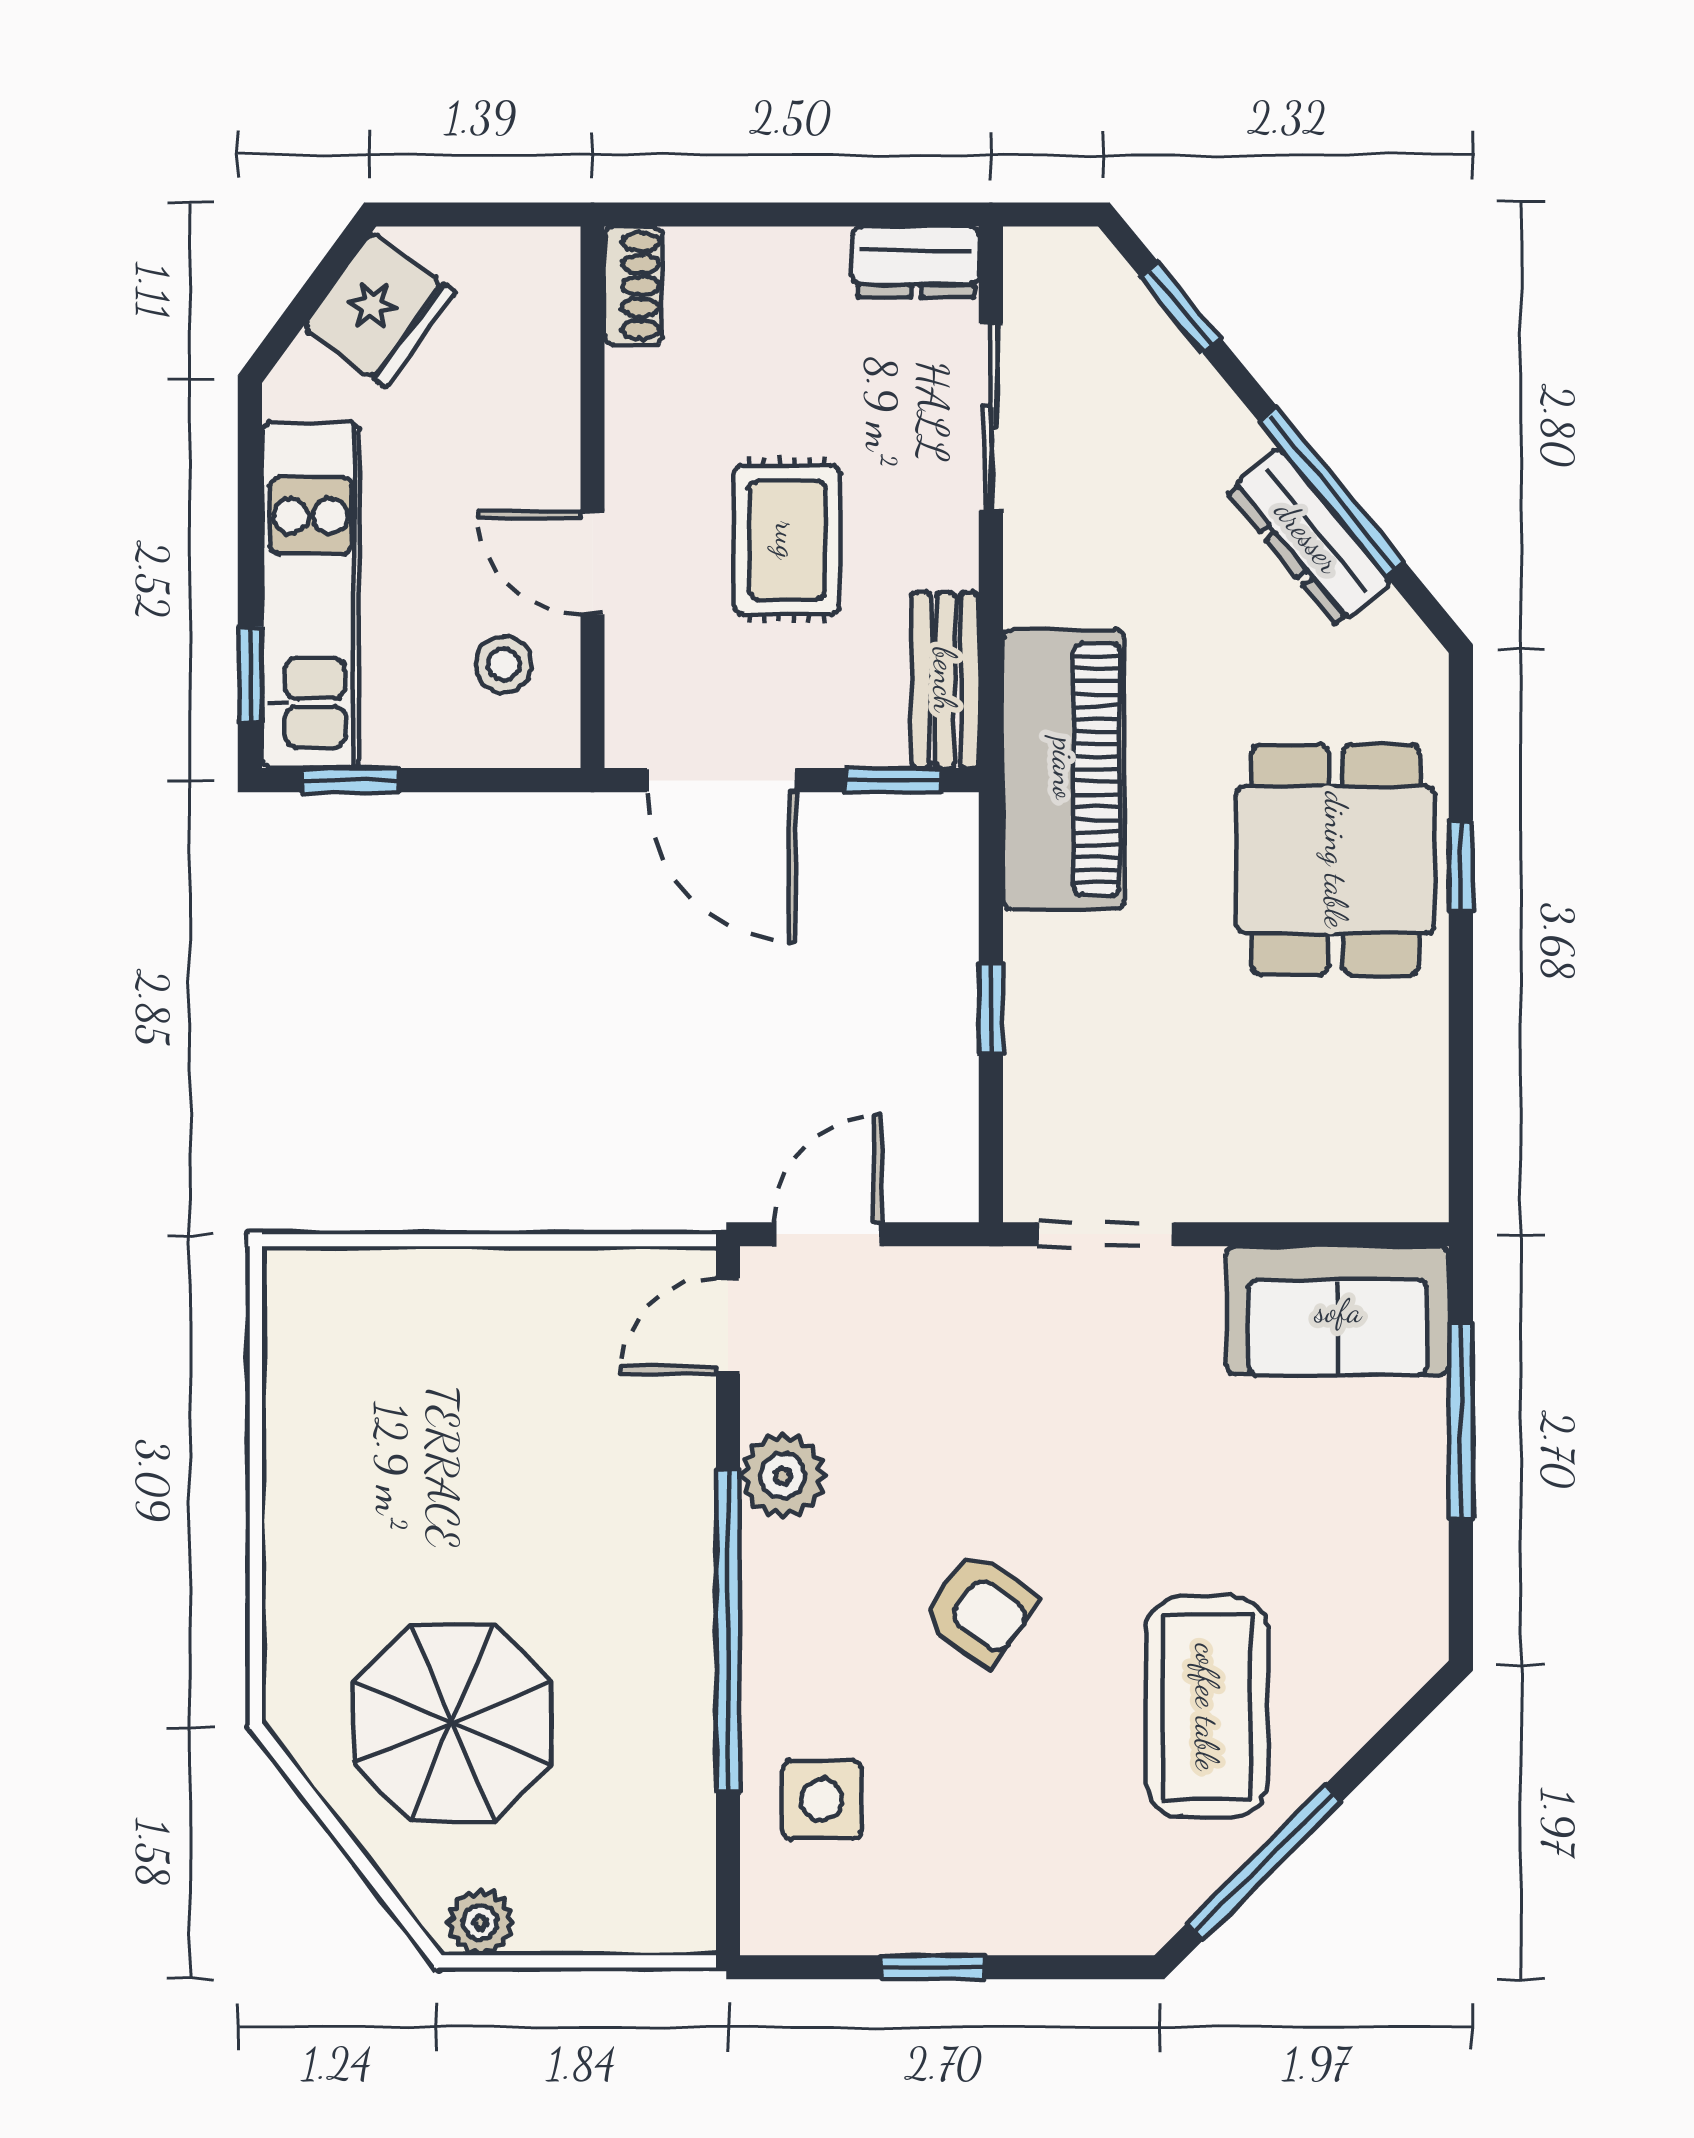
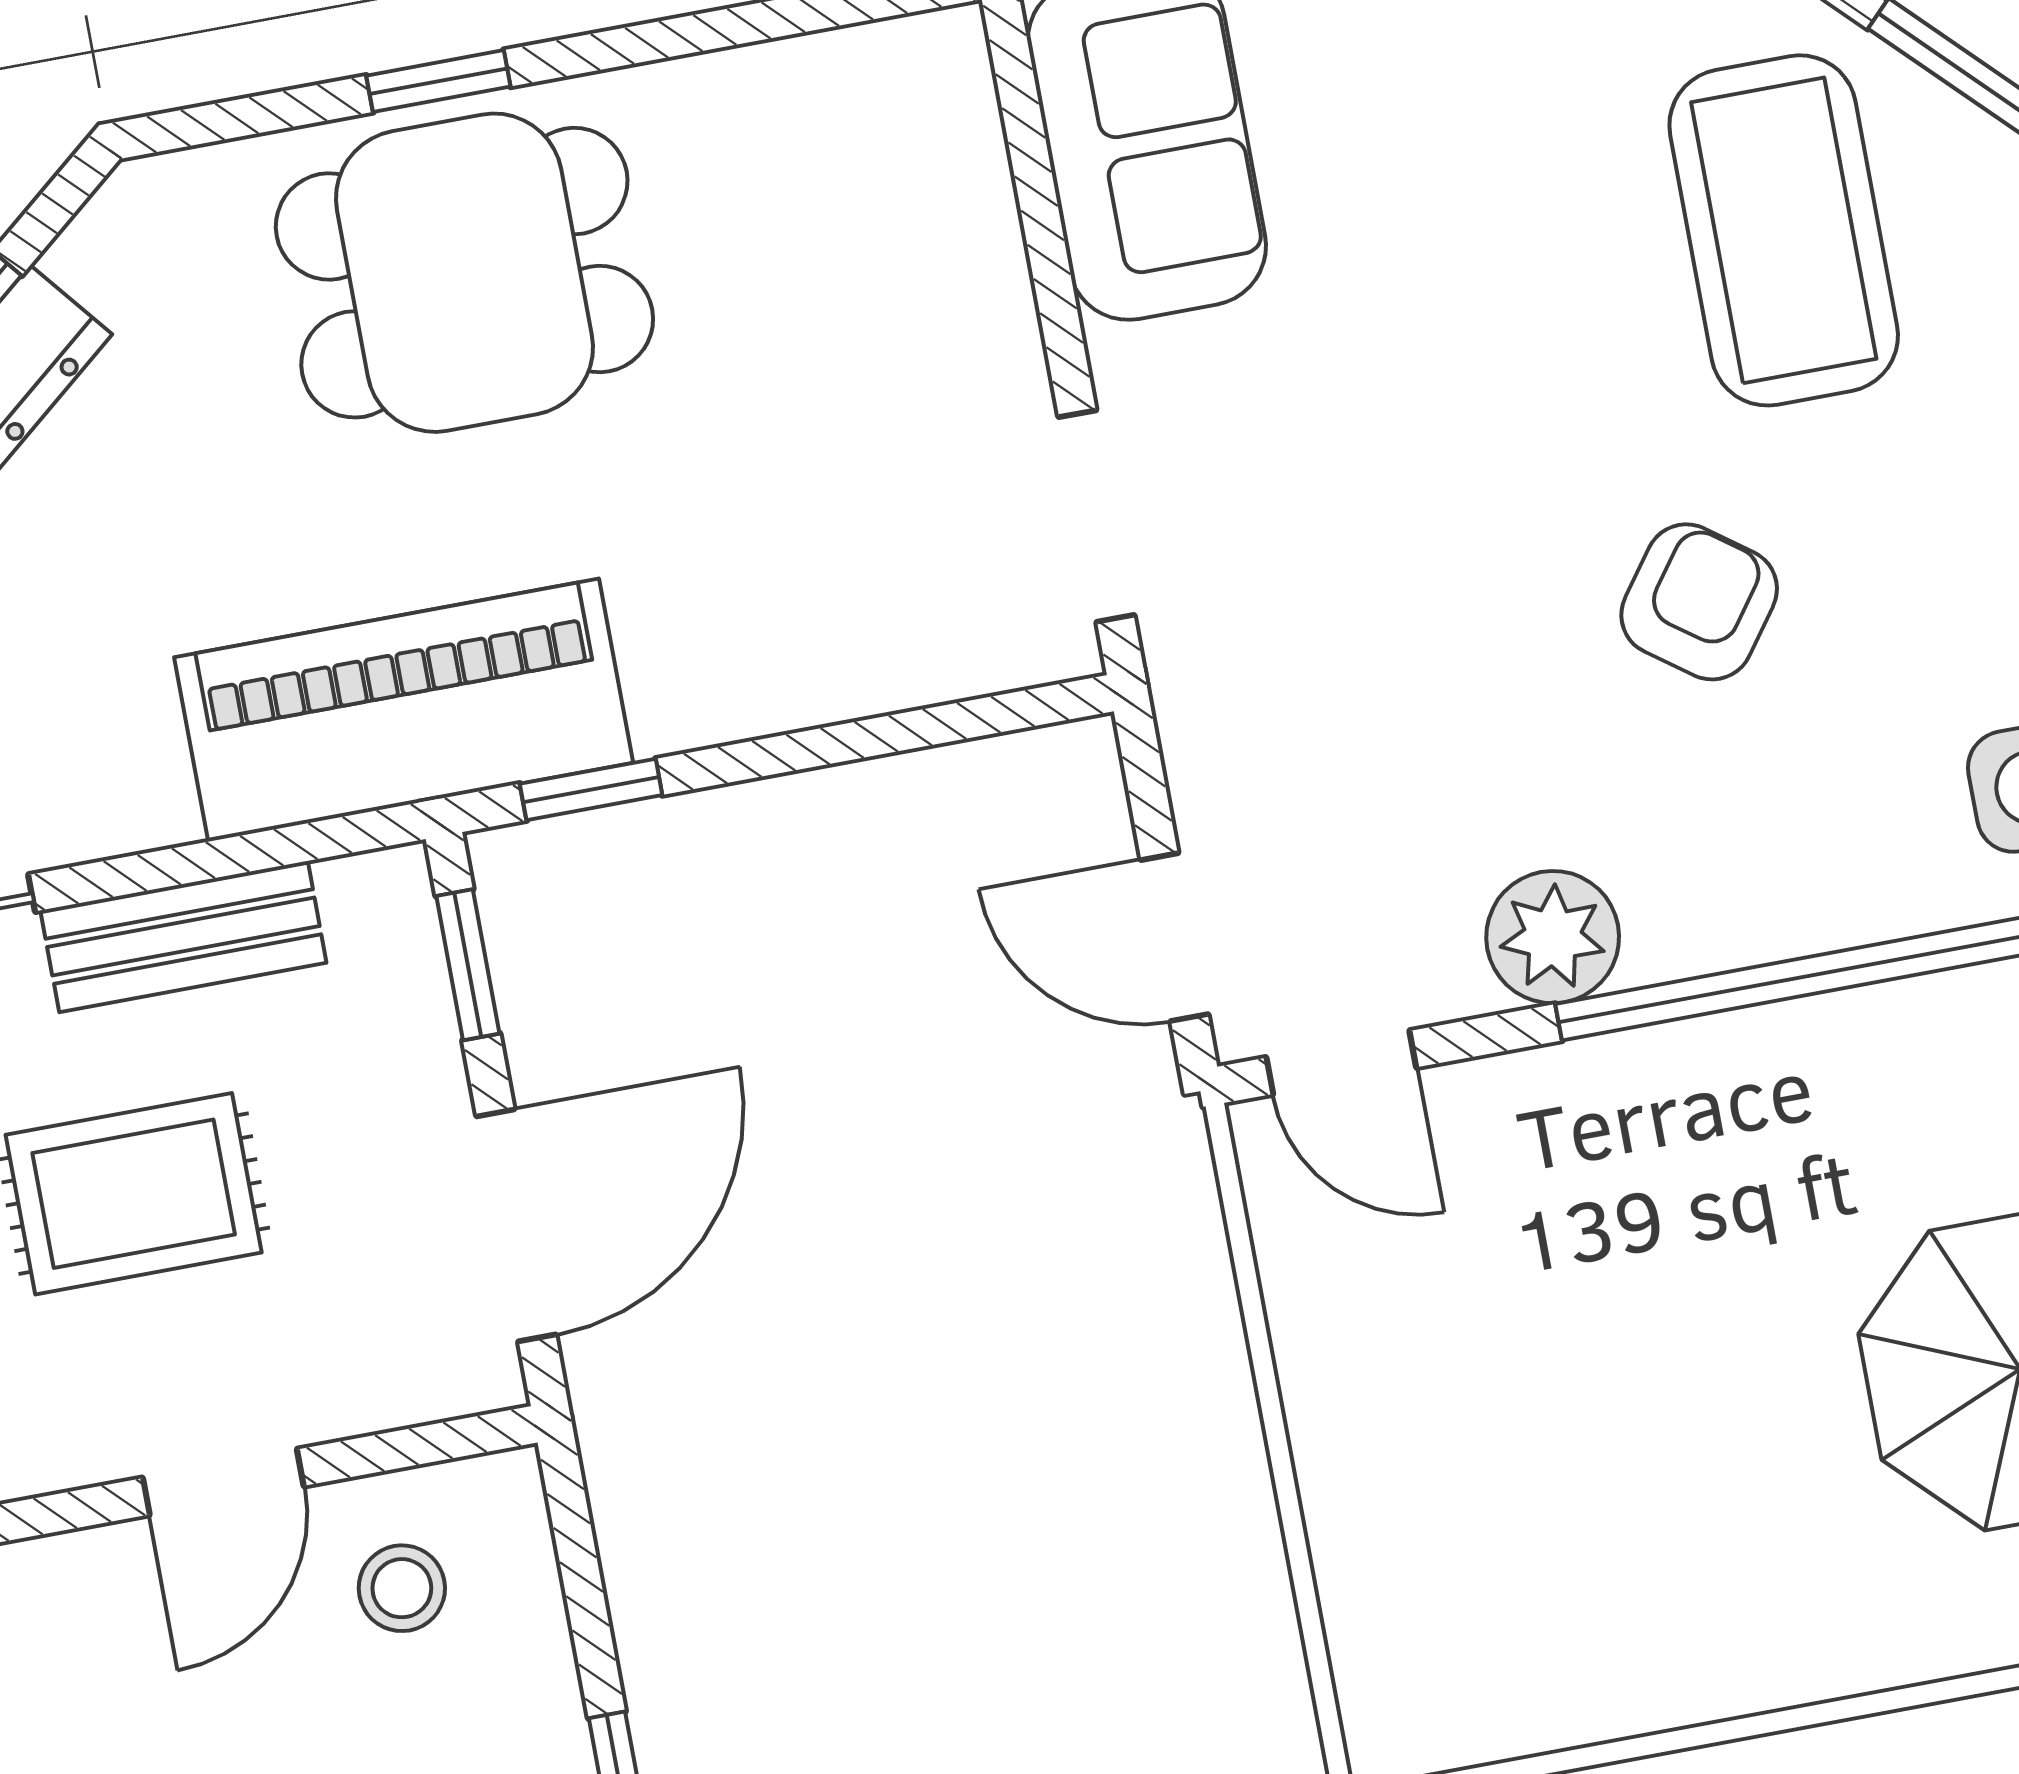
bench: (945, 680) -> (183, 937), moved
window: (991, 1009) -> (591, 789), moved
coffee table: (1207, 1707) -> (1784, 230), turned 90

